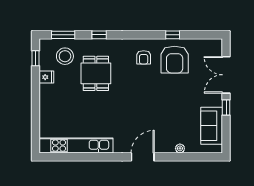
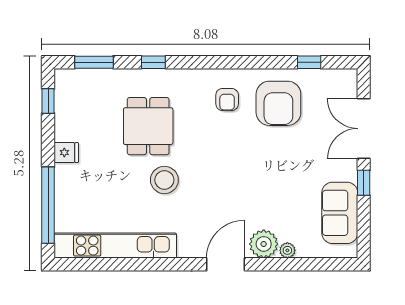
window: (173, 35) -> (309, 62), moved
stool: (65, 56) -> (164, 180), moved
fridge: (46, 77) -> (66, 153), moved
window: (35, 121) -> (48, 205), added
plant: (166, 145) -> (264, 244), added

